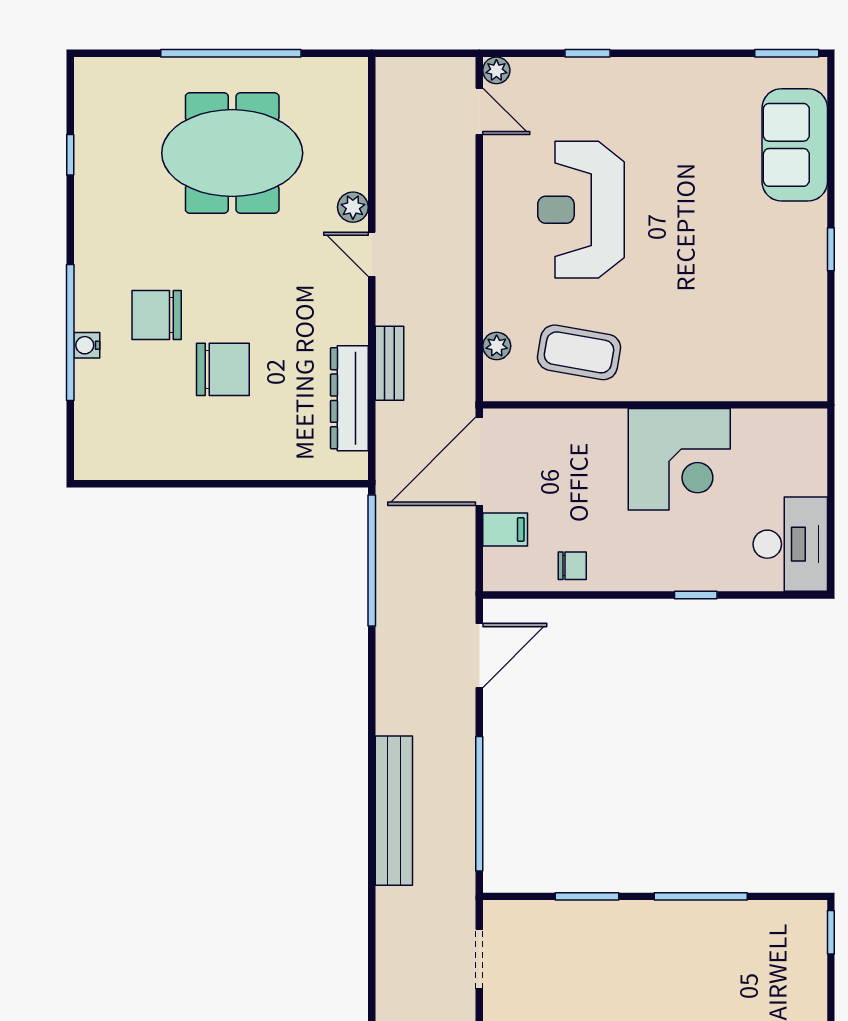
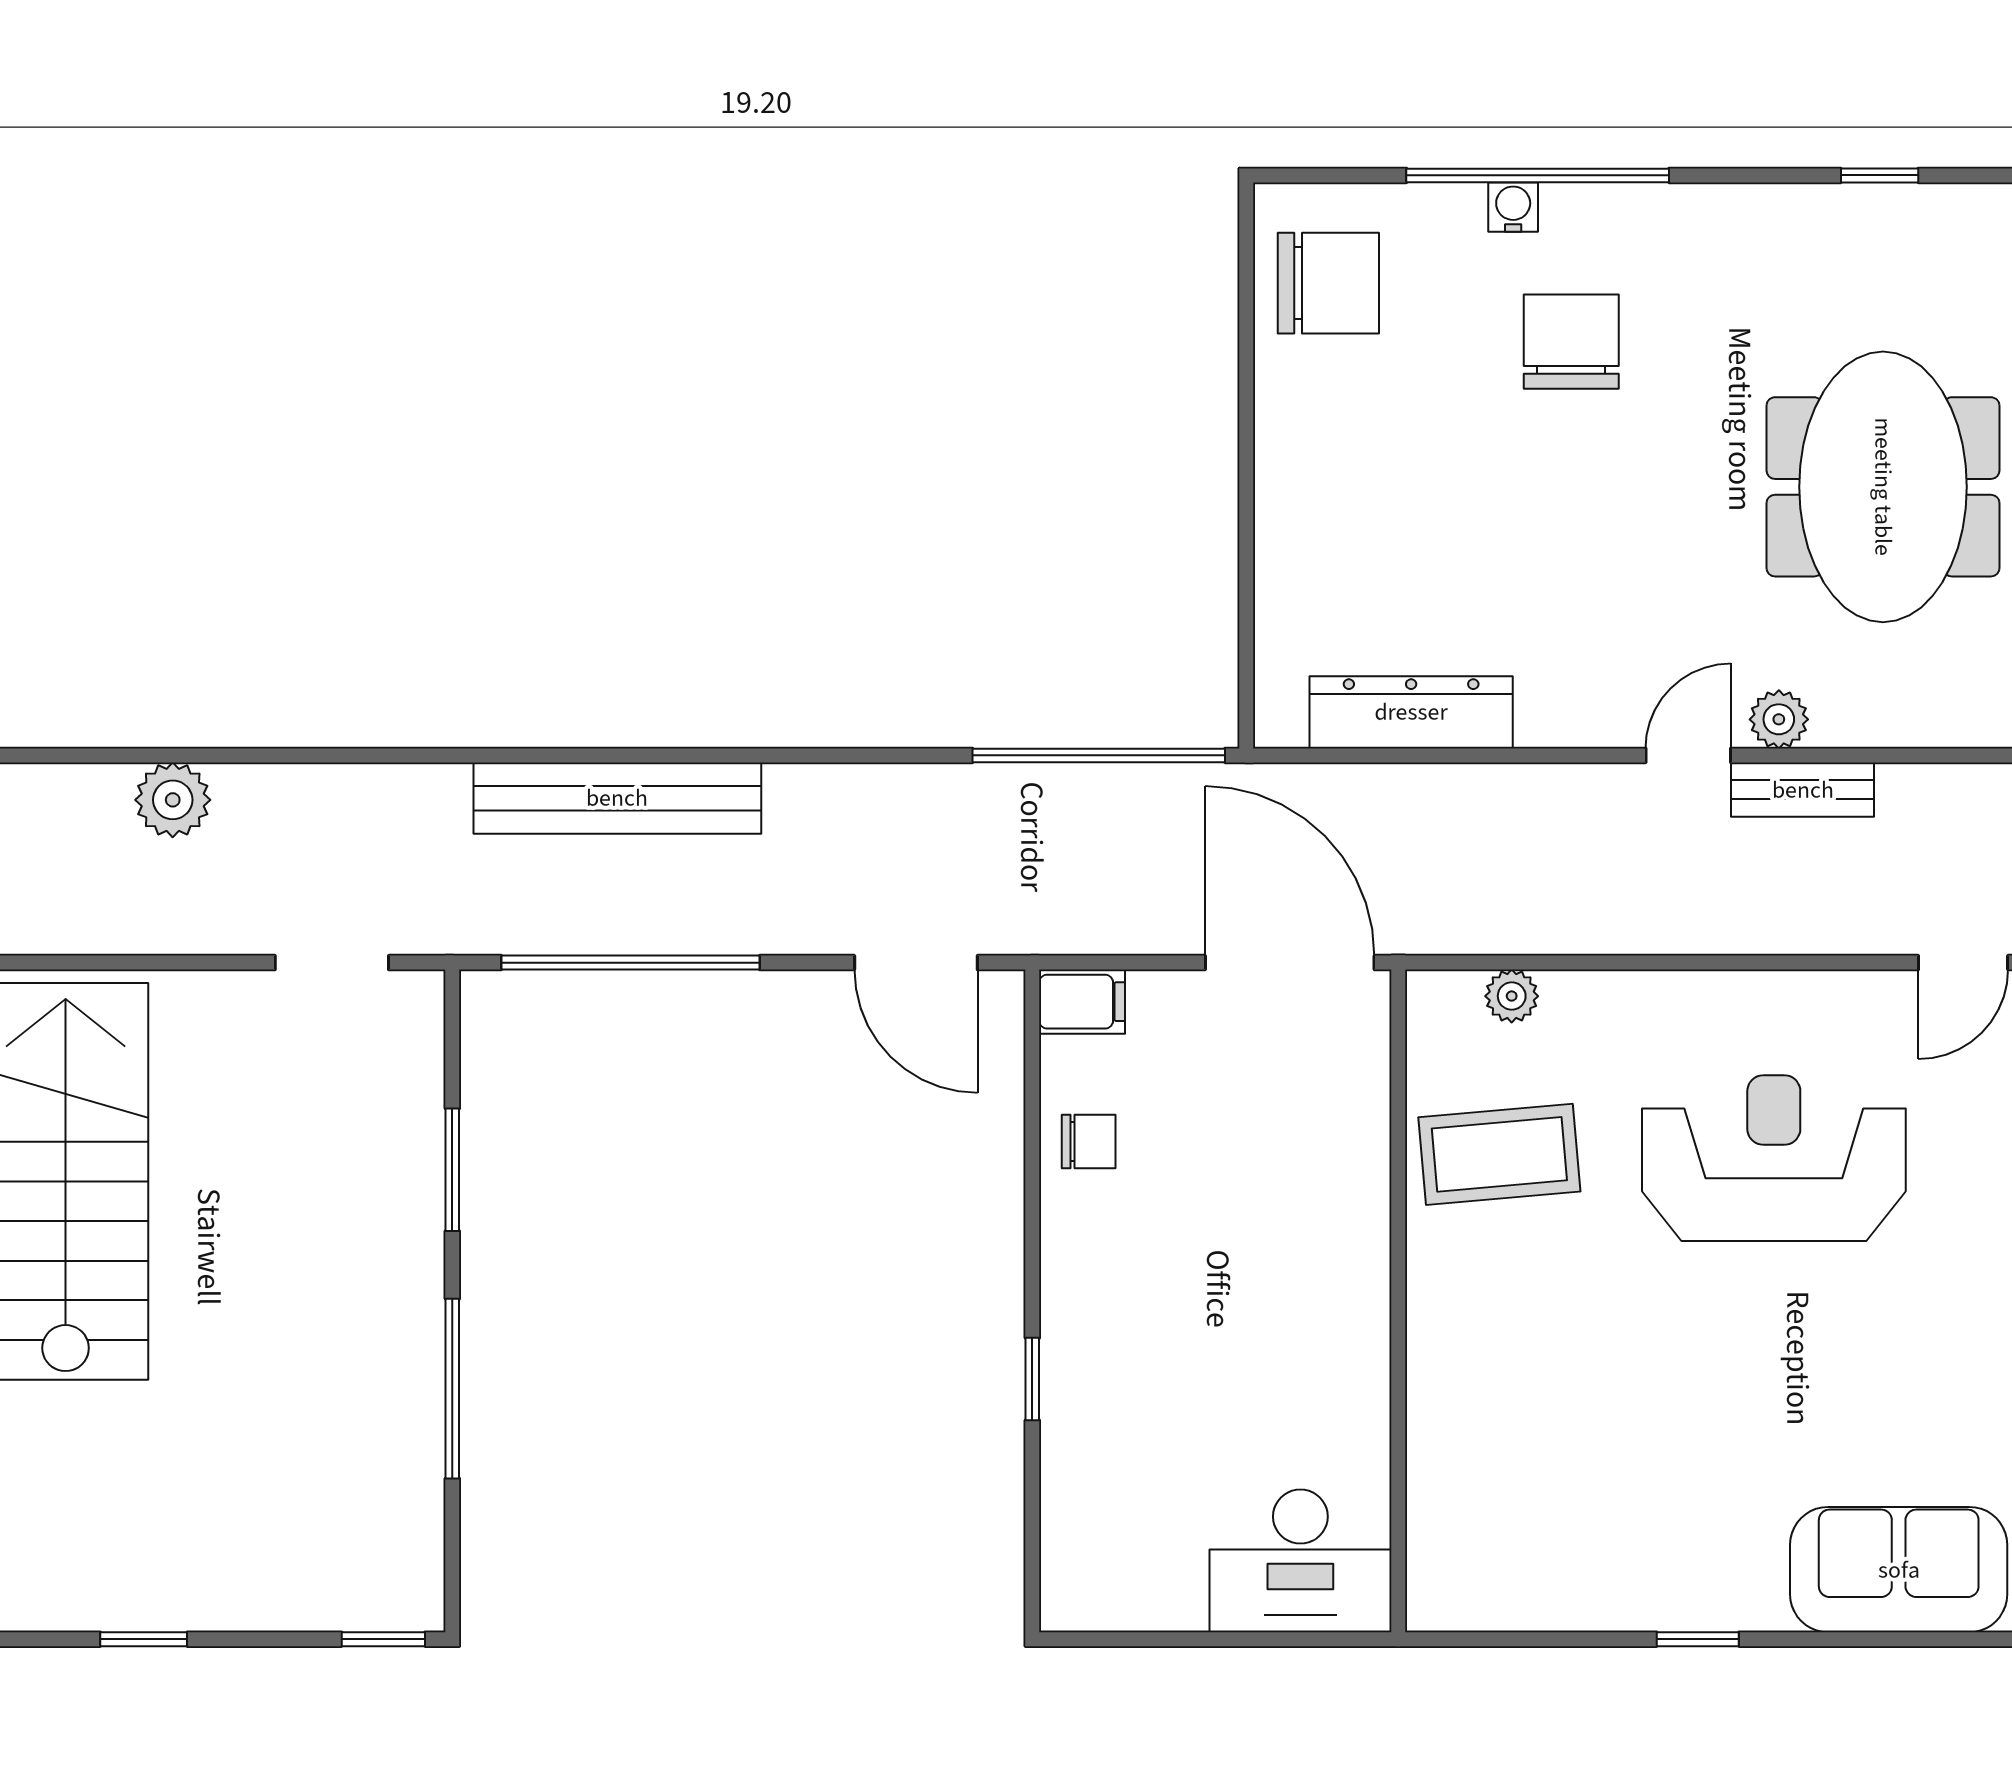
coffee table: (579, 352) -> (1499, 1154), turned 75
bench: (389, 363) -> (1803, 790), moved
chair: (223, 369) -> (1328, 283), moved, turned -90
corner desk: (679, 459) -> (1293, 1347), removed
filing cabinet: (505, 529) -> (1082, 1002), moved, turned -90
desk: (790, 544) -> (1300, 1561), moved
chair: (572, 566) -> (1089, 1142), turned -90

